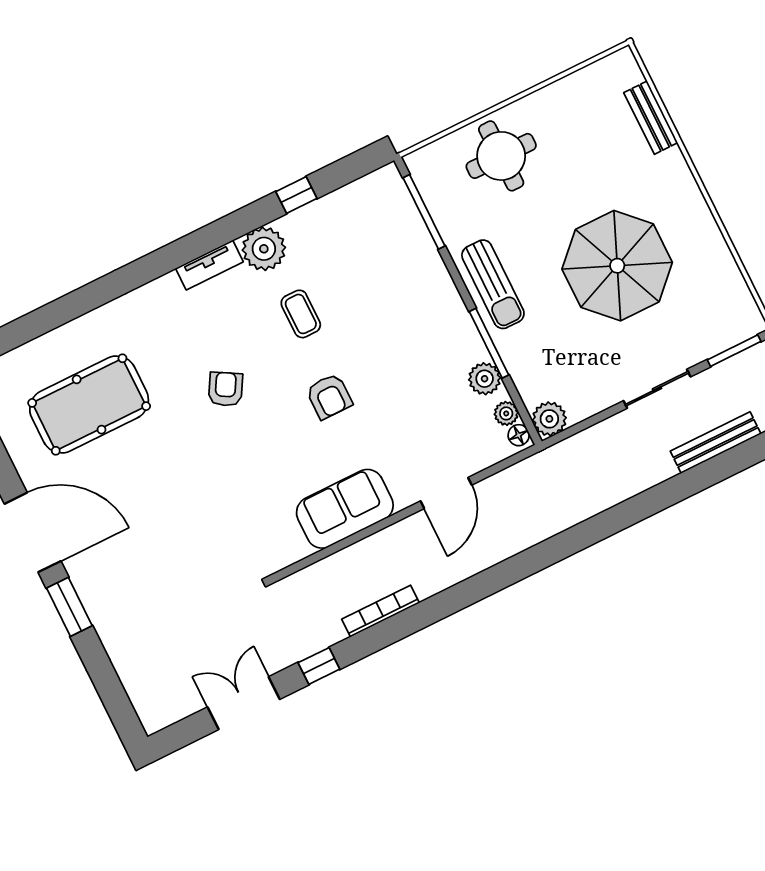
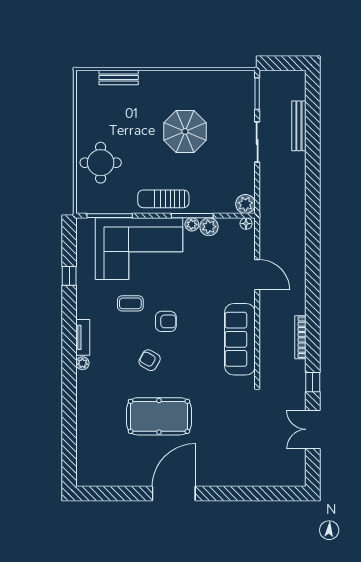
plant: (264, 249) -> (82, 363), moved, width x0.53, depth x0.53
parasol: (617, 266) -> (185, 131), width x0.73, depth x0.73
sun lounger: (493, 284) -> (163, 199), turned 180
corner sofa: (395, 285) -> (139, 249), added
armchair: (329, 396) -> (166, 321), moved
pool table: (89, 405) -> (159, 416), moved, turned 90
plant: (506, 413) -> (192, 224), moved
sofa: (345, 509) -> (240, 339), width x1.36
window: (69, 607) -> (221, 493), removed

